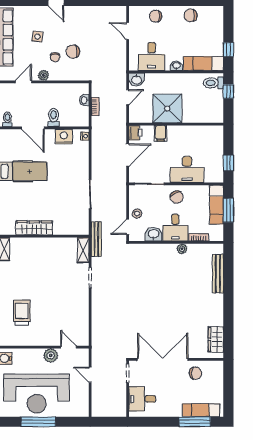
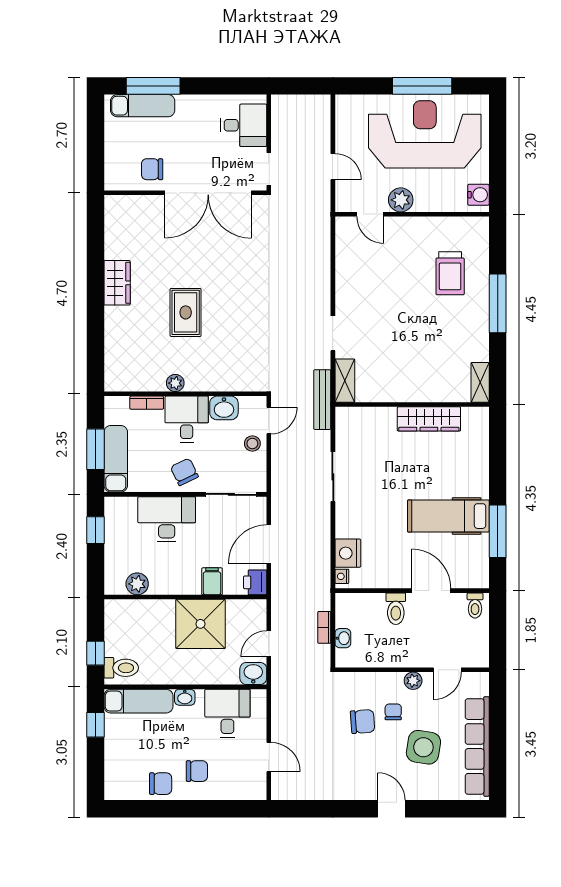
chair: (156, 16) -> (197, 771), moved
side table: (37, 37) -> (423, 747), width x1.87, depth x1.87
plant: (204, 132) -> (137, 584), added
nightstand: (64, 137) -> (348, 553), moved, turned 90
bench: (218, 274) -> (113, 340), removed
rug: (176, 290) -> (186, 312), added
wardrobe: (216, 339) -> (117, 283), moved

